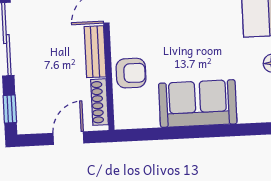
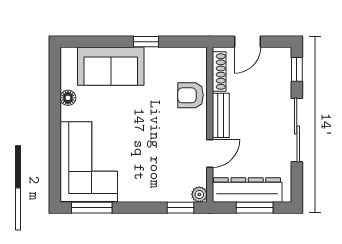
sofa: (198, 104) -> (111, 66), moved
window: (185, 132) -> (146, 42), added

